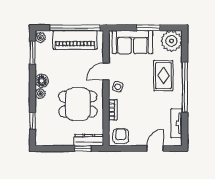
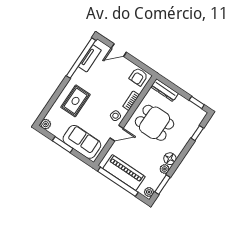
plant: (172, 41) -> (46, 124), width x0.53, depth x0.53
window: (185, 87) -> (81, 58), moved
plant: (40, 94) -> (165, 169), moved
window: (83, 149) -> (197, 103), moved

